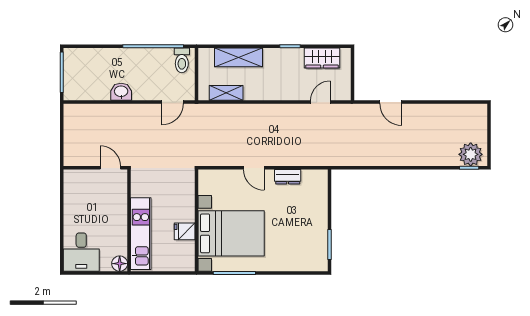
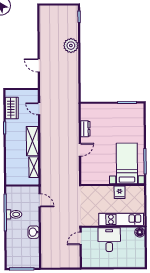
shelving: (238, 57) -> (32, 141), moved
toilet: (182, 60) -> (14, 214), moved
door: (391, 102) -> (39, 65), swing flipped
plant: (471, 154) -> (71, 46), moved
bed with nightstands: (231, 233) -> (127, 163), width x0.73
desk: (81, 252) -> (109, 240), moved, turned -90

